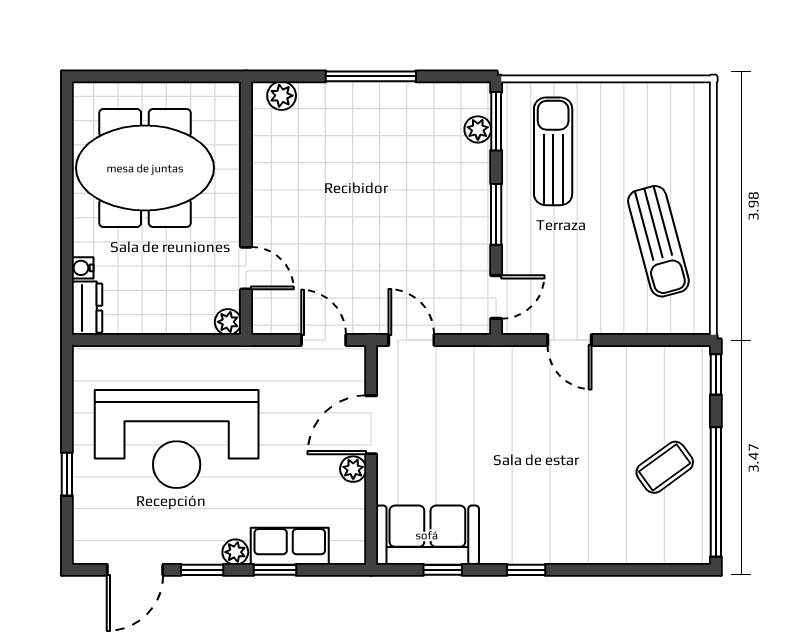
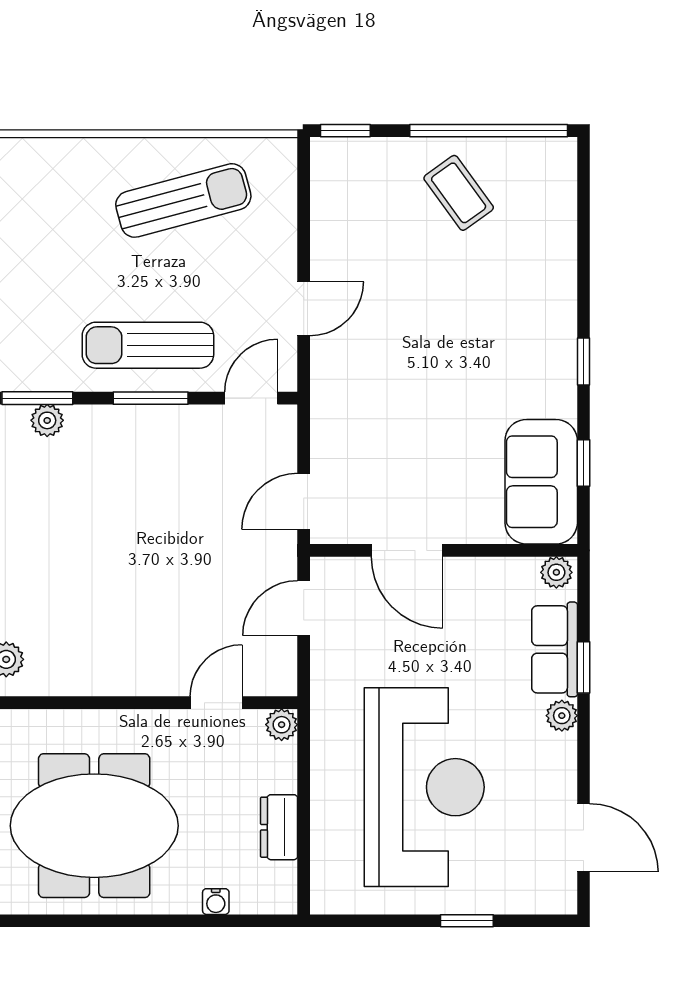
sun lounger: (553, 151) -> (148, 345), moved
meeting table: (145, 168) -> (94, 826), turned 90
door: (496, 297) -> (251, 398), hinge flipped
dresser: (87, 308) -> (279, 827), moved, turned -90
plant: (353, 469) -> (556, 572), moved
window: (202, 570) -> (583, 756), removed

